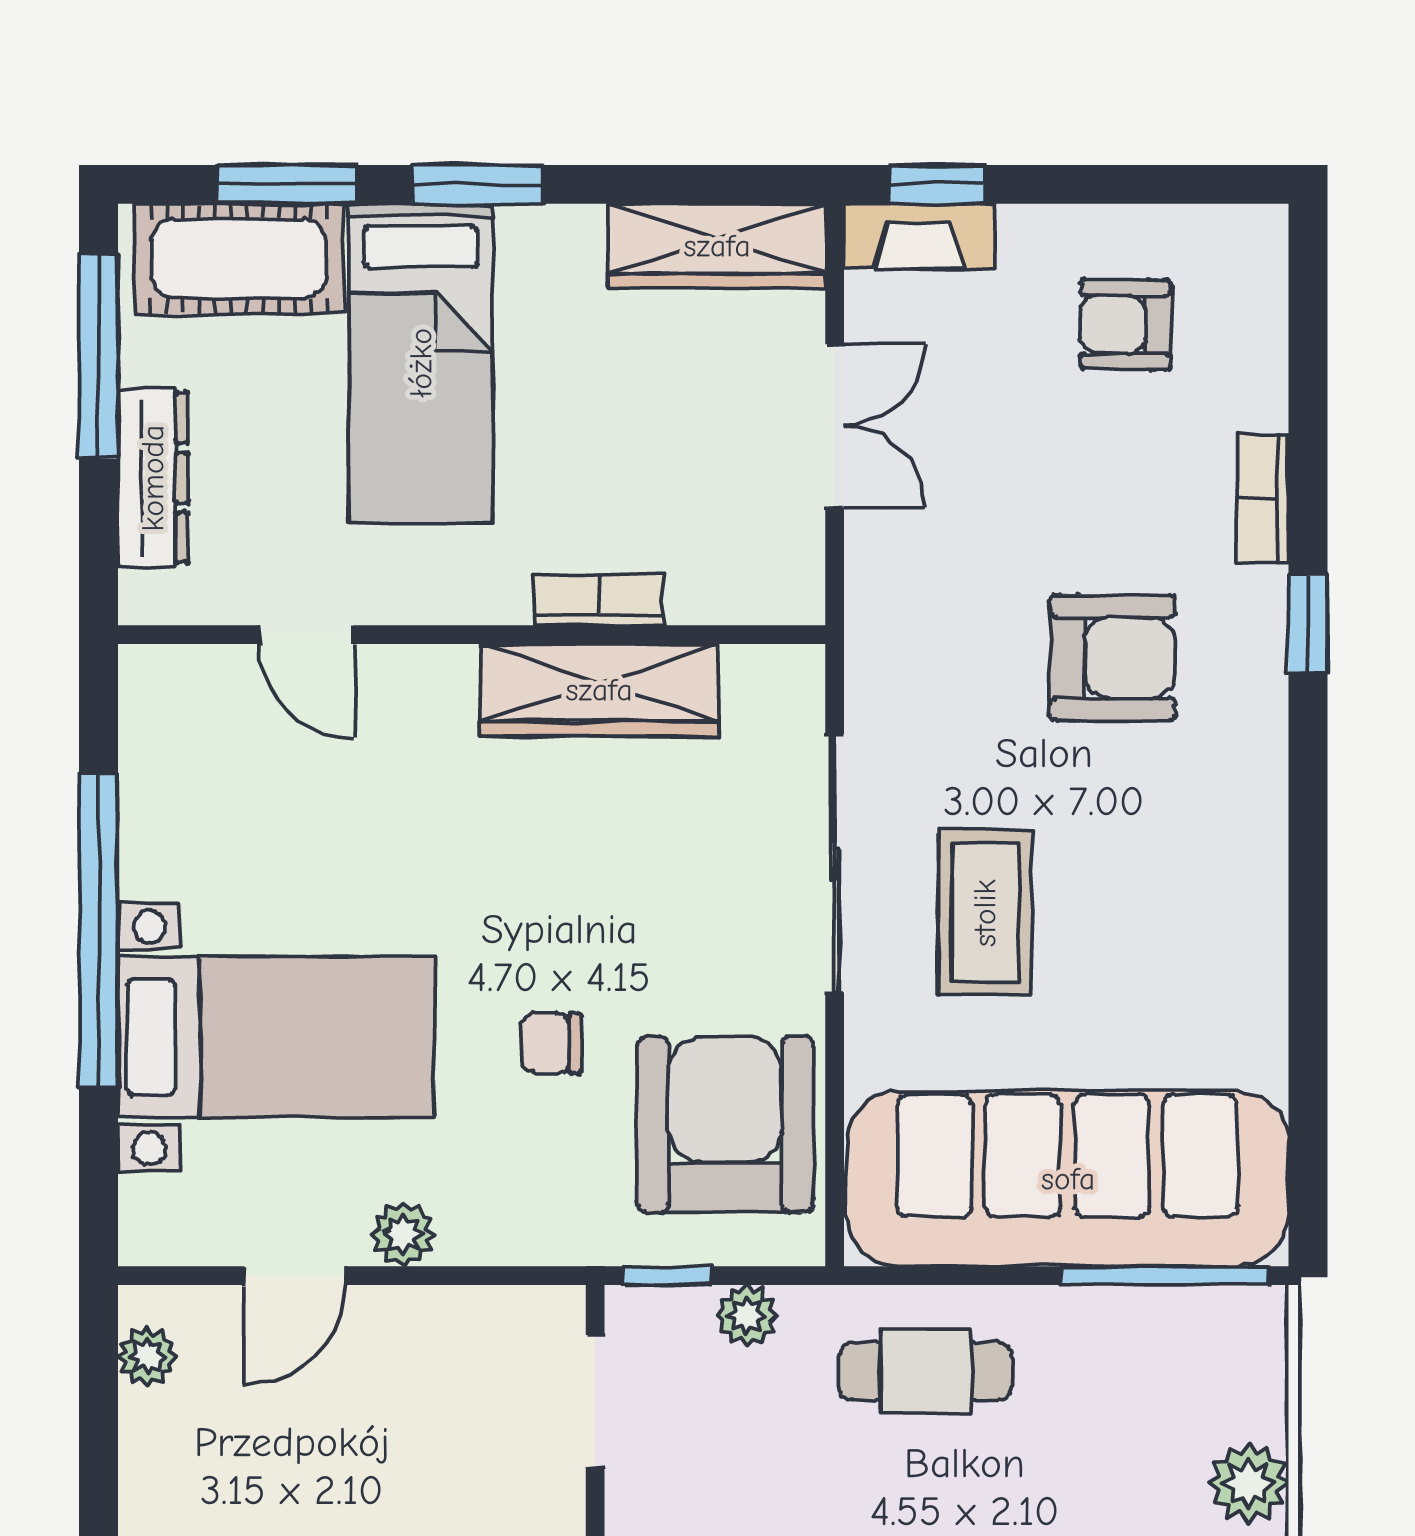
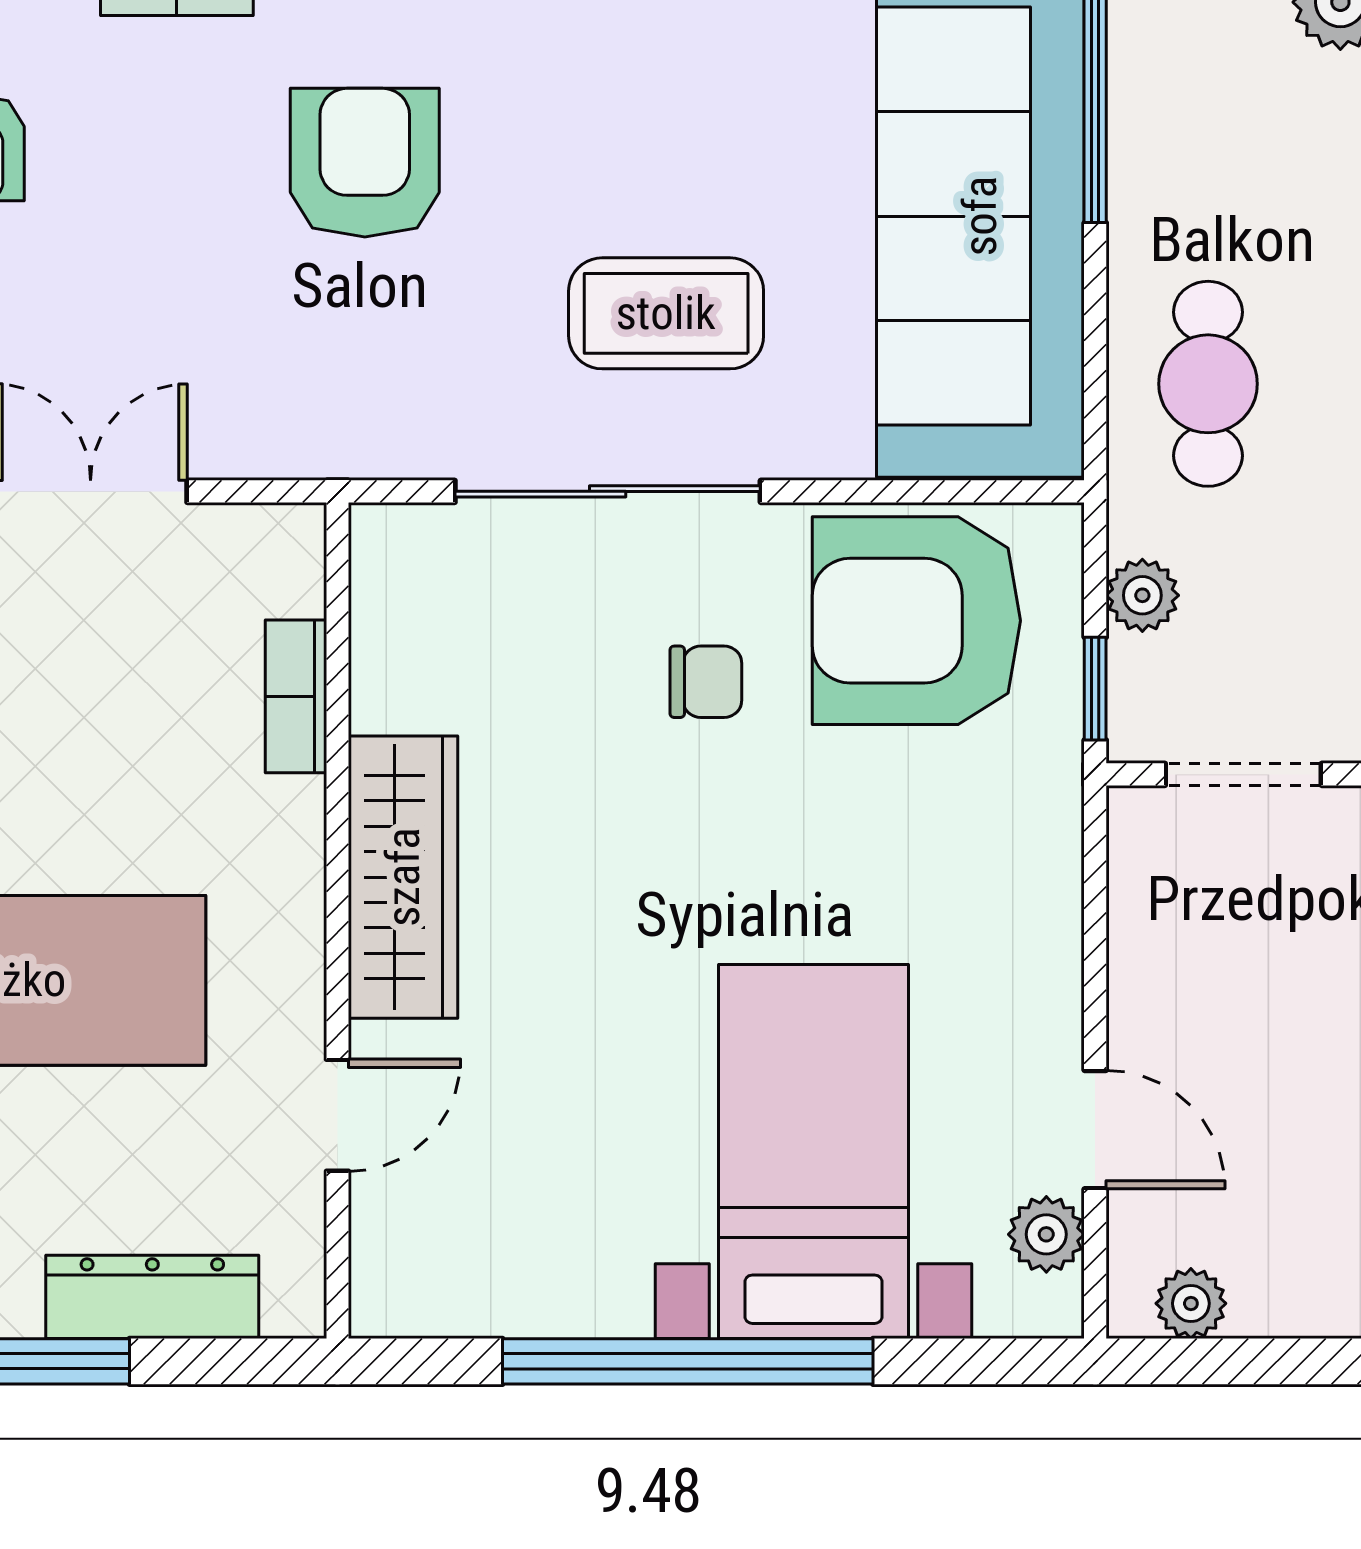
bookcase: (599, 599) -> (296, 696), moved
wardrobe: (599, 690) -> (403, 877), moved
chair: (551, 1043) -> (706, 682), moved, turned -90
plant: (403, 1234) -> (1046, 1234), moved

